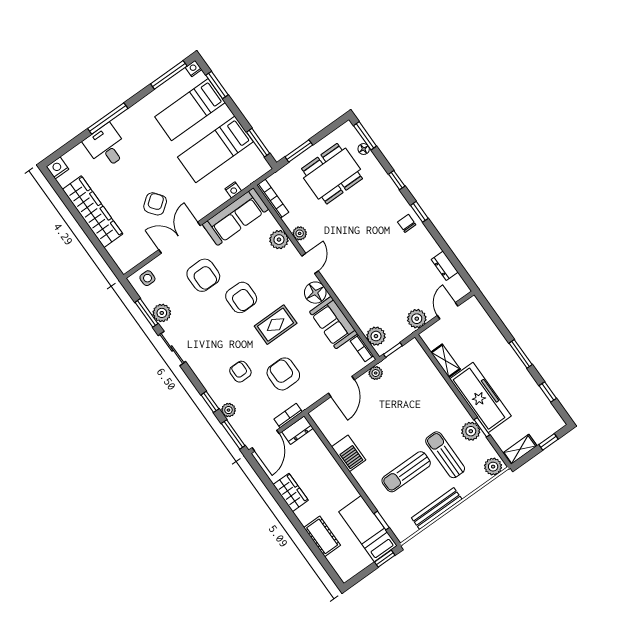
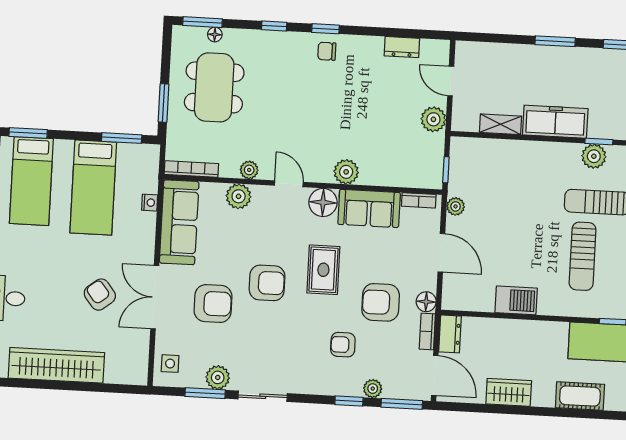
plant: (376, 336) -> (346, 172), moved
freezer: (481, 397) -> (555, 122), width x0.73, depth x0.79
floor lamp: (305, 401) -> (426, 302), added

